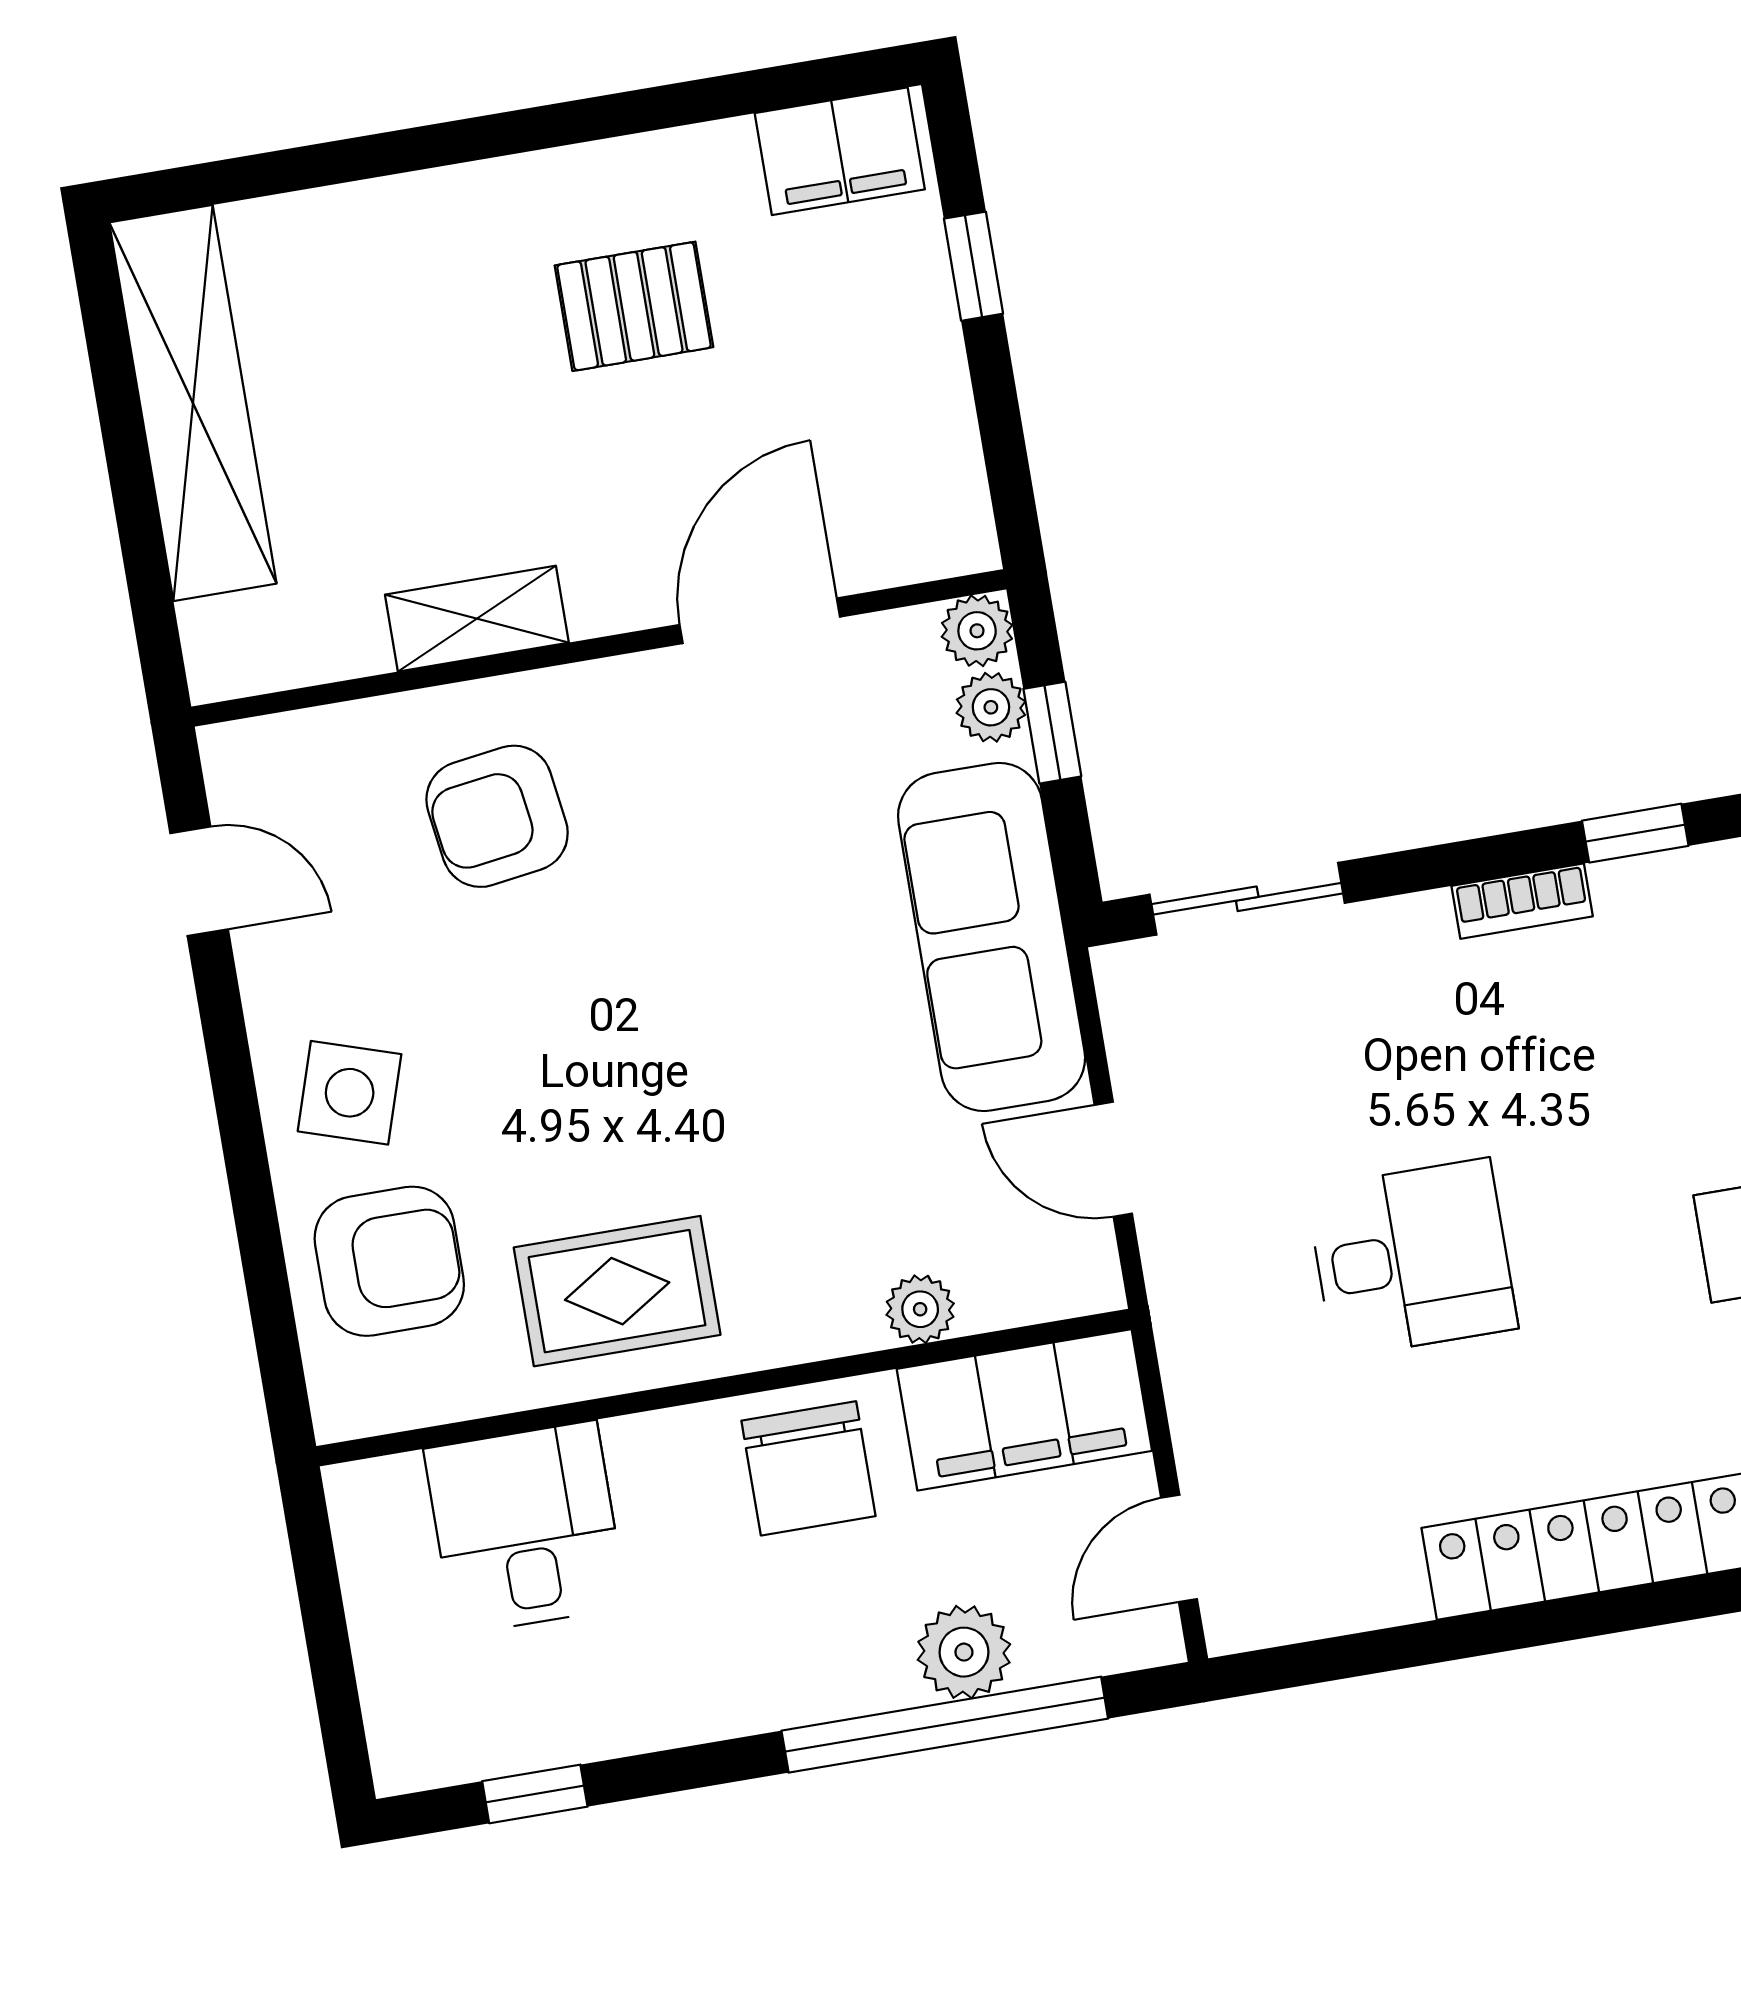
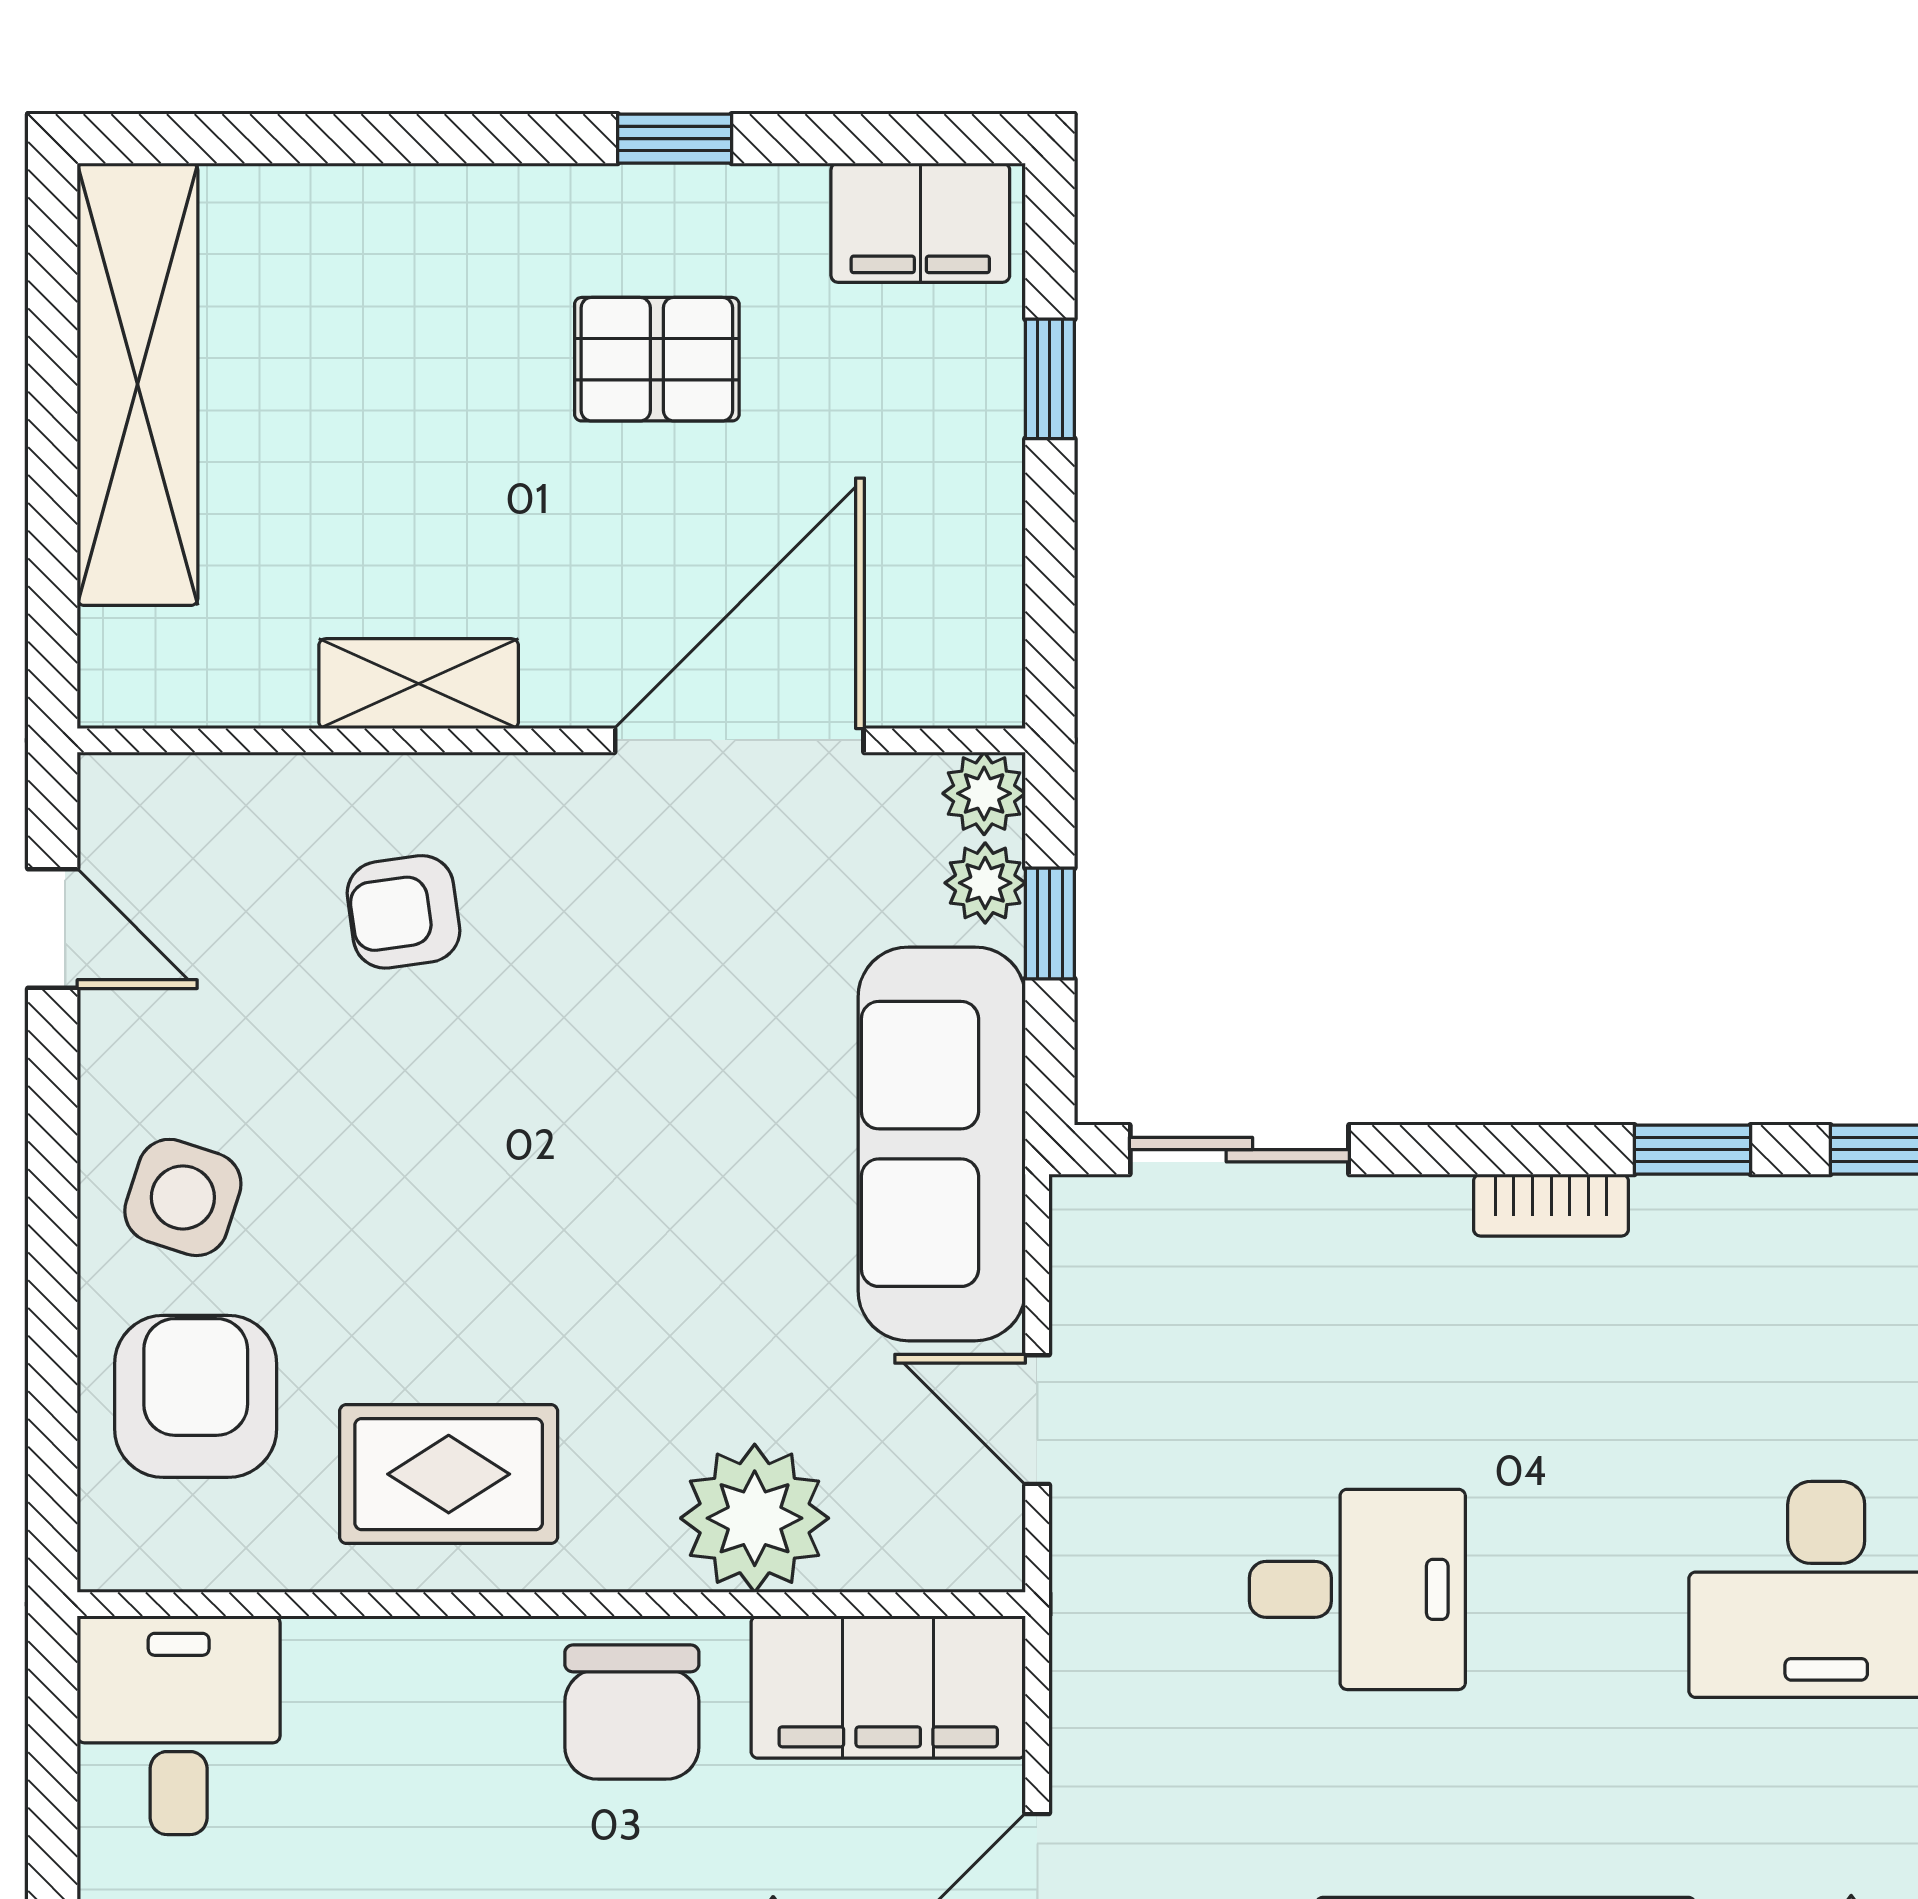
window: (617, 115) -> (675, 139), added
door: (760, 621) -> (739, 740), width x1.36
armchair: (497, 816) -> (403, 912), width x0.72, depth x0.72
armchair: (389, 1261) -> (196, 1396), turned -90
plant: (920, 1309) -> (755, 1518), width x1.87, depth x1.87
desk: (525, 1528) -> (179, 1725), moved

